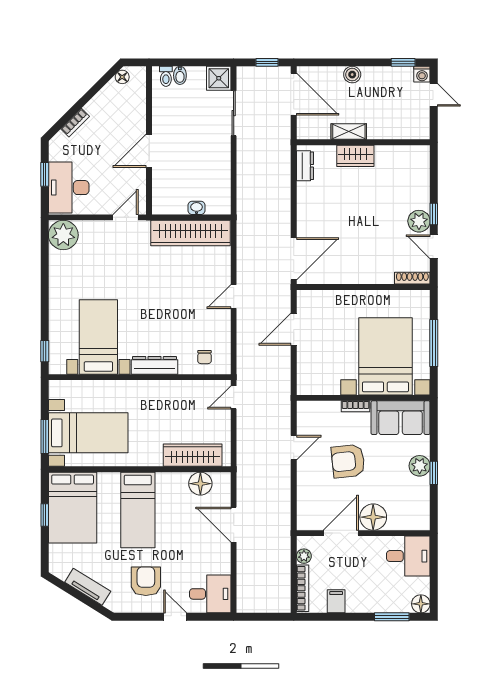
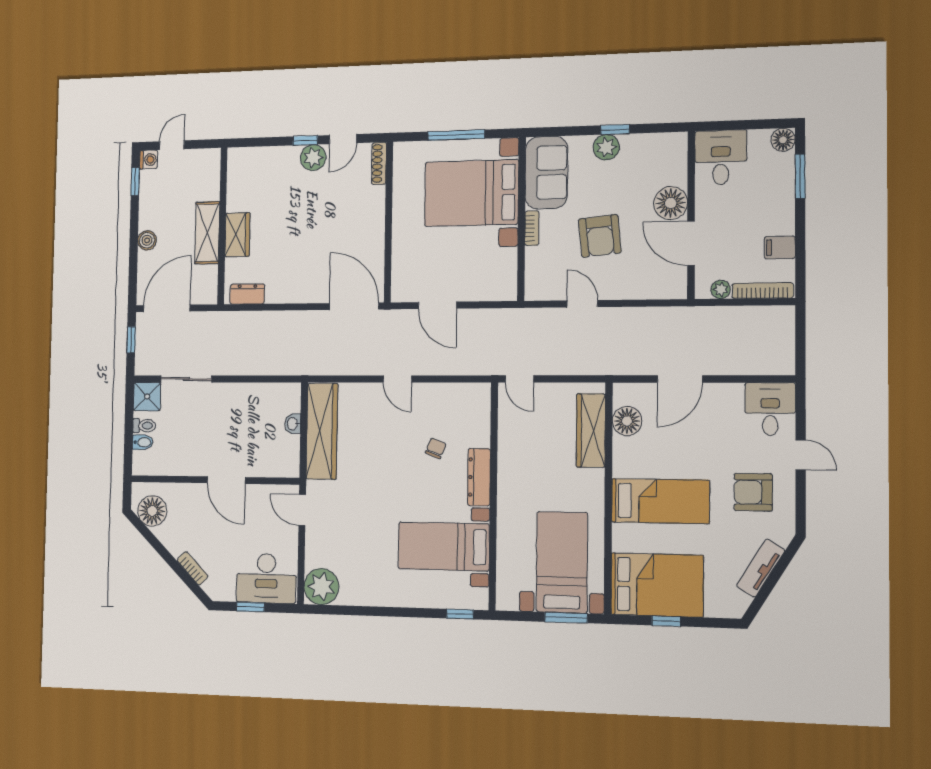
toilet: (166, 76) -> (144, 426), moved
floor lamp: (122, 77) -> (152, 511), width x1.89, depth x1.89
shelving: (349, 131) -> (207, 233), width x1.50, depth x1.33
chair: (204, 357) -> (436, 448), moved, turned -68
door: (175, 617) -> (801, 455), swing flipped

